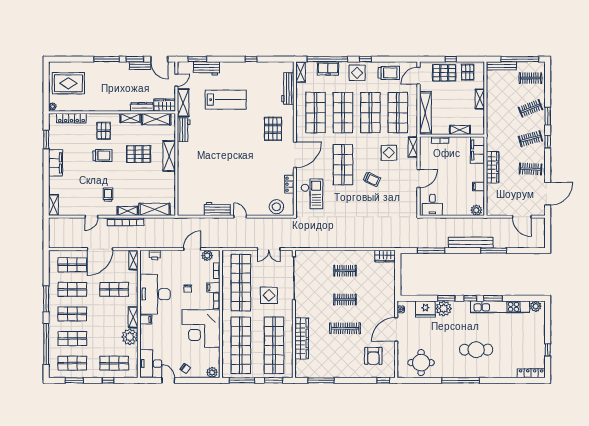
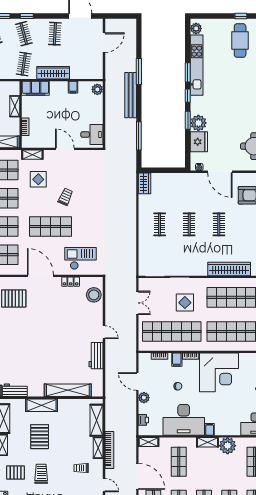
clothes rail: (501, 139) -> (24, 64), added
shelving: (184, 182) -> (68, 390), added
door: (240, 217) -> (104, 332), swing flipped
plant: (207, 256) -> (144, 398), moved
clothes rail: (345, 328) -> (219, 224), width x0.73
cafe table: (476, 350) -> (240, 41), moved

